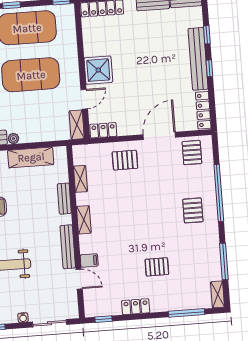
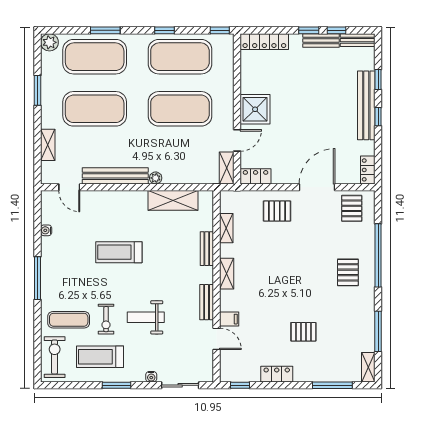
locker: (203, 110) -> (368, 170), width x0.66
bench: (68, 247) -> (207, 302), width x0.73

